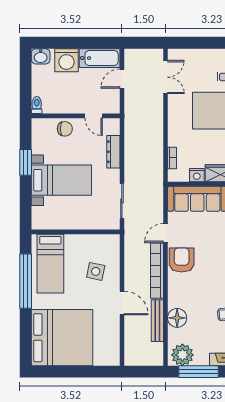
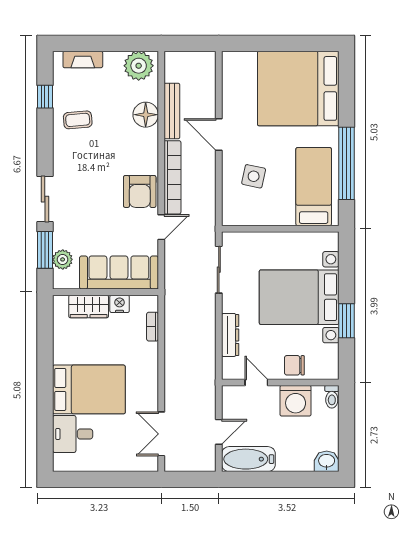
washing machine: (67, 60) -> (296, 401), moved, turned 180
bed with nightstands: (61, 180) -> (299, 297), width x1.36
window: (199, 372) -> (117, 43), removed

